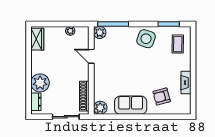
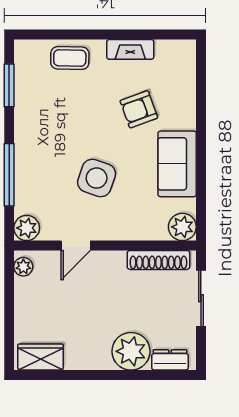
window: (113, 24) -> (9, 175), moved
plant: (70, 31) -> (23, 267), moved
side table: (146, 39) -> (97, 178), moved
coffee table: (178, 44) -> (70, 58), moved
armchair: (162, 97) -> (139, 109), moved, turned 85

